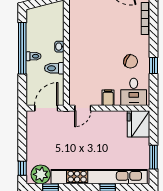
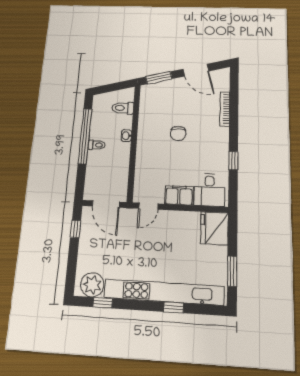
chair: (131, 61) -> (178, 134), moved, turned 66
toilet: (54, 68) -> (123, 108), moved
filing cabinet: (108, 98) -> (179, 195), width x2.00
door: (46, 108) -> (106, 204), swing flipped
window: (22, 168) -> (76, 229), moved

